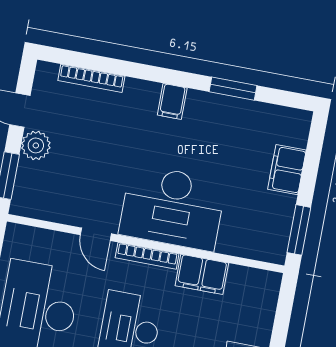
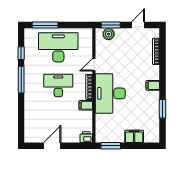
plant: (36, 145) -> (109, 34), moved
filing cabinet: (202, 274) -> (86, 105), width x0.50
printer: (267, 285) -> (86, 137), added

